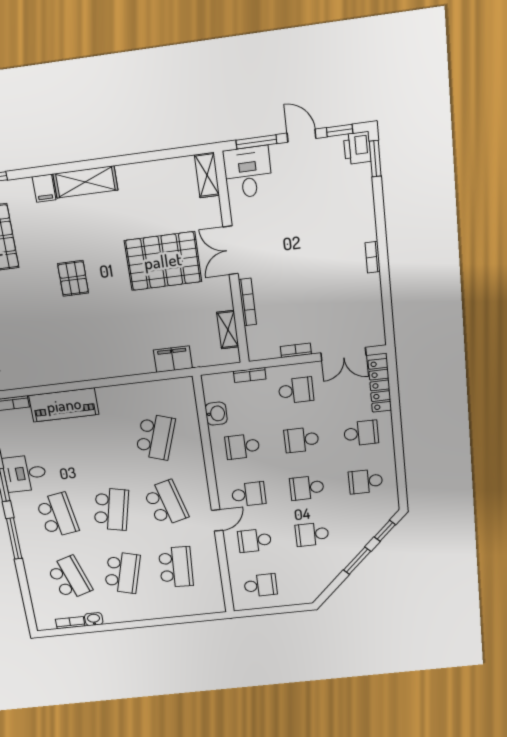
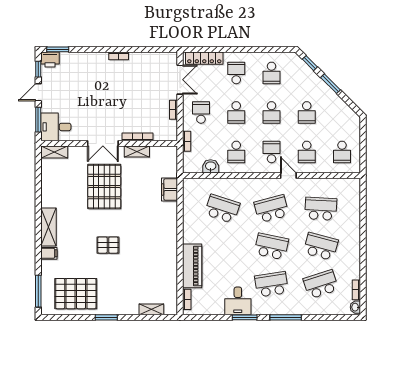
shelving: (228, 330) -> (137, 152), moved
school desk: (260, 585) -> (342, 152), turned 180
washbasin: (94, 619) -> (355, 307), moved

